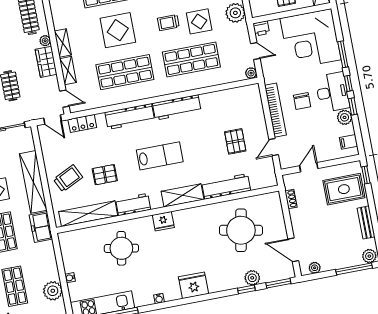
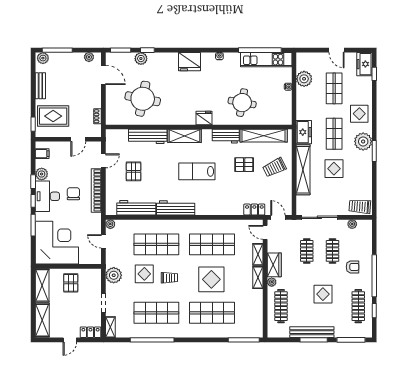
printer: (261, 28) -> (95, 259), removed
workbench: (130, 117) -> (136, 208), moved

